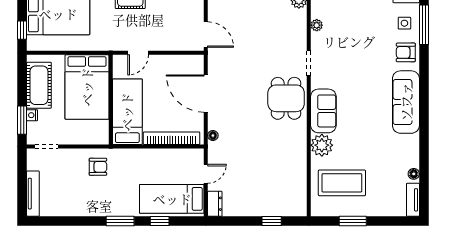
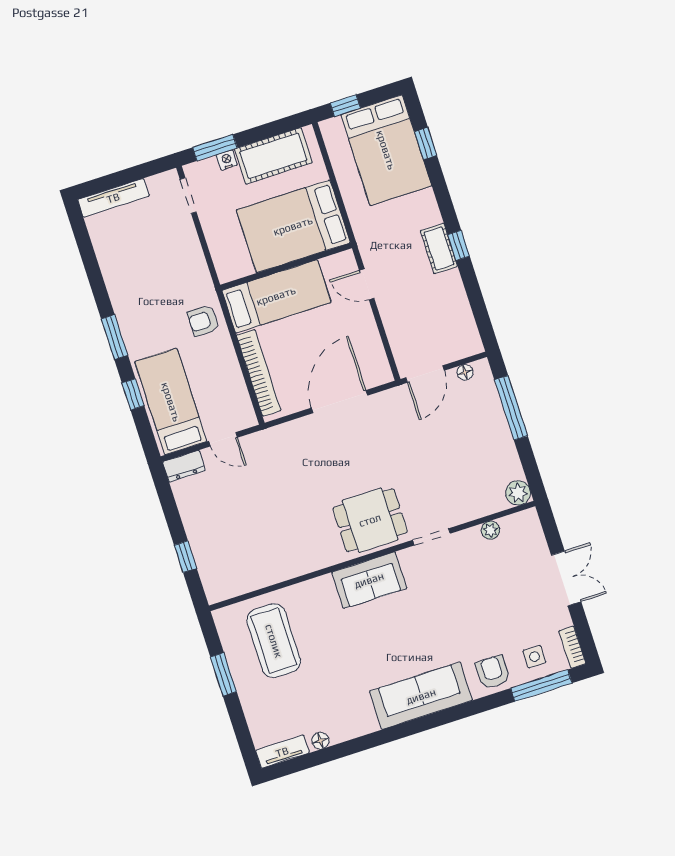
floor lamp: (213, 136) -> (465, 372), moved
plant: (322, 145) -> (319, 594), removed
armchair: (98, 167) -> (203, 321), moved, turned 90

